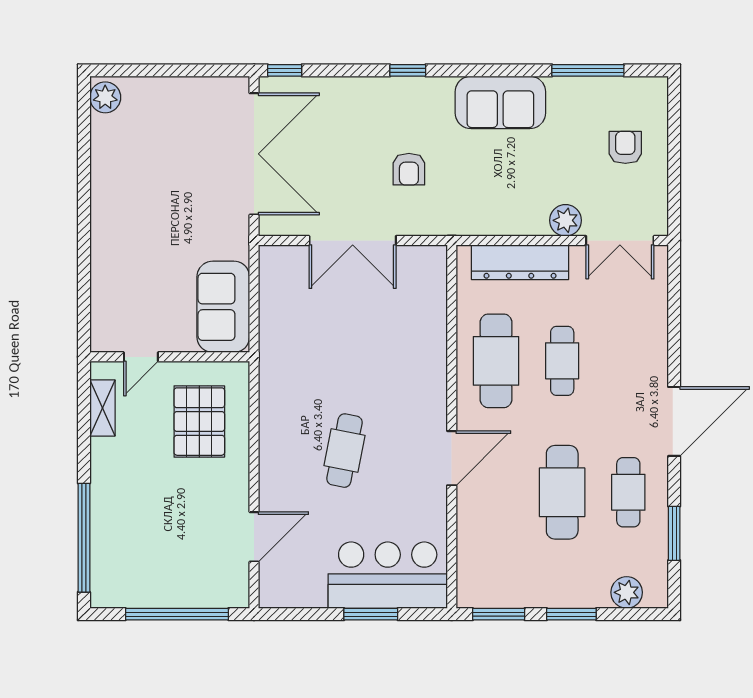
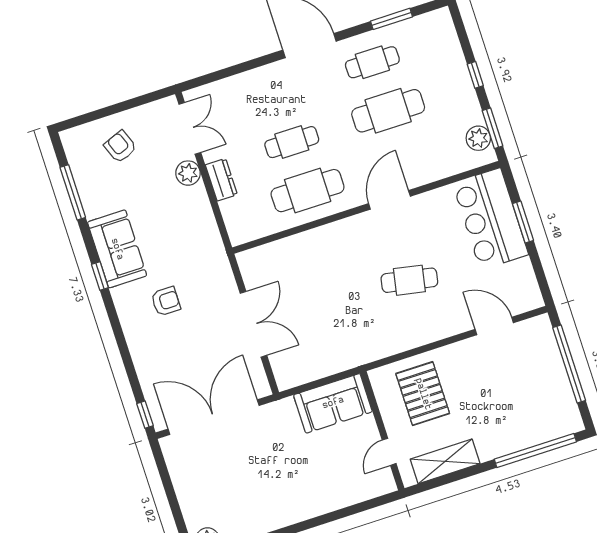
window: (408, 70) -> (100, 276), moved
armchair: (625, 147) -> (120, 147), turned 69
armchair: (409, 169) -> (166, 301), moved
dresser: (520, 262) -> (221, 180), width x0.51, depth x0.80
door: (141, 357) -> (389, 452), swing flipped
shelving: (102, 408) -> (445, 461), width x1.50, depth x1.33
pallet: (199, 422) -> (423, 394), turned 90
door: (452, 458) -> (389, 200), hinge flipped
plant: (627, 592) -> (478, 138), moved
window: (571, 614) -> (475, 75), width x0.67

